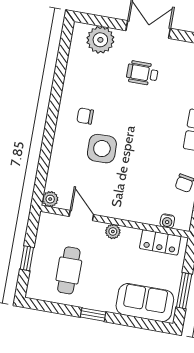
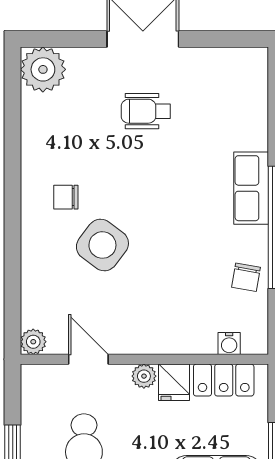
plant: (100, 40) -> (43, 69), moved
side table: (102, 149) -> (102, 245), turned 38
fridge: (130, 238) -> (174, 382), added

